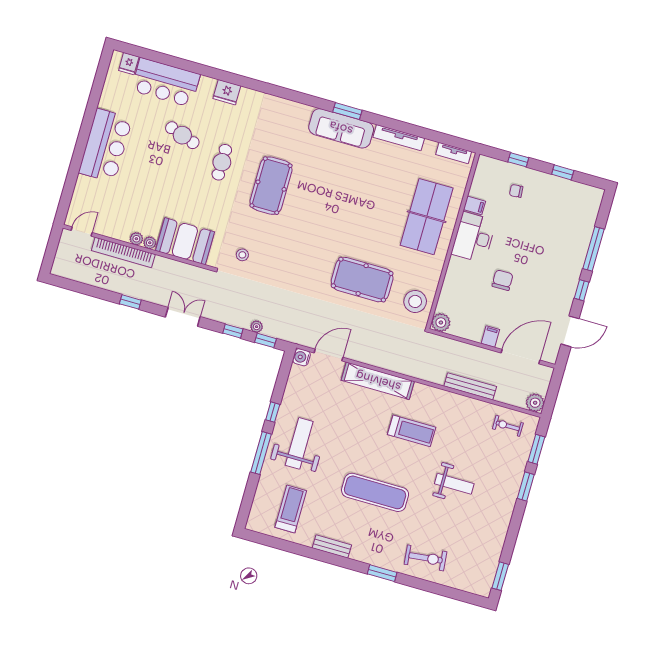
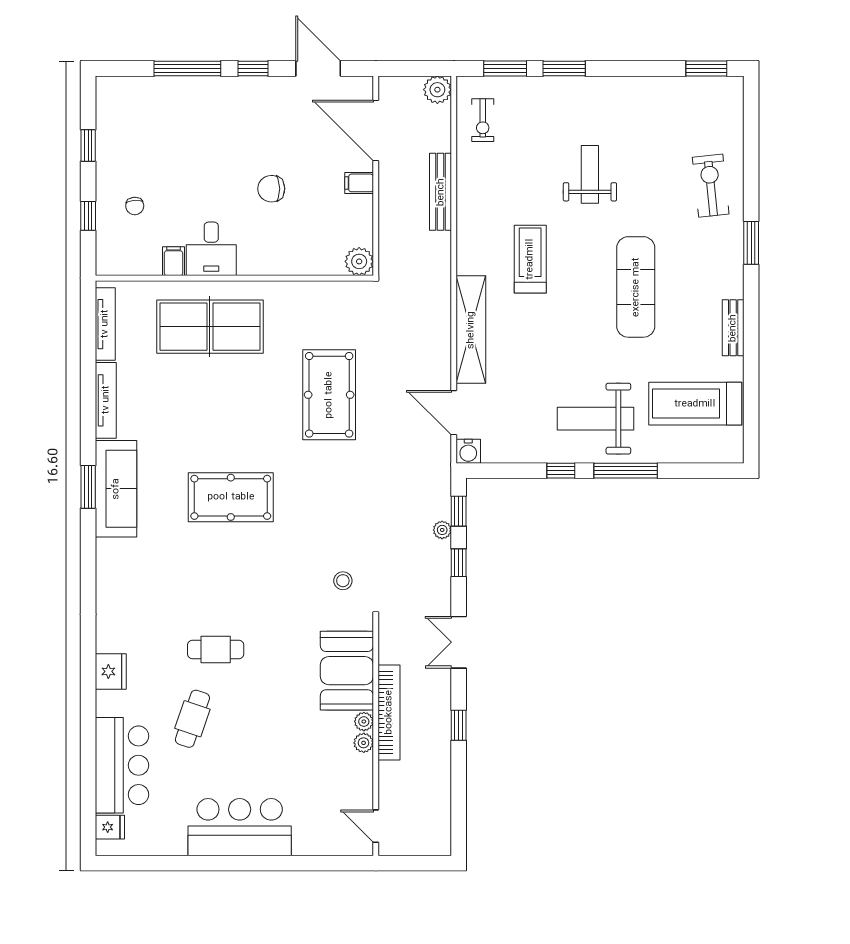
tv unit: (454, 153) -> (105, 324), width x1.41
pool table: (271, 186) -> (231, 497), moved
desk: (474, 237) -> (211, 249), width x0.73
bookcase: (123, 252) -> (389, 712), moved
stool: (415, 301) -> (339, 308), removed
treadmill: (291, 509) -> (695, 404), width x1.37, depth x1.38

